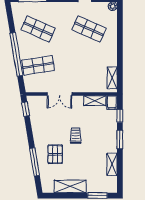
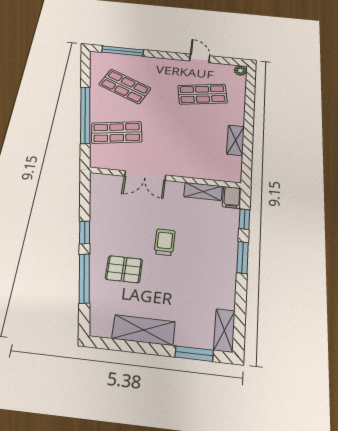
shop shelf: (89, 29) -> (202, 94), turned -33
shelving: (112, 78) -> (236, 140), moved
window: (26, 109) -> (85, 232), moved
pallet: (55, 154) -> (124, 269), turned 90
shelving: (112, 164) -> (224, 330), moved

